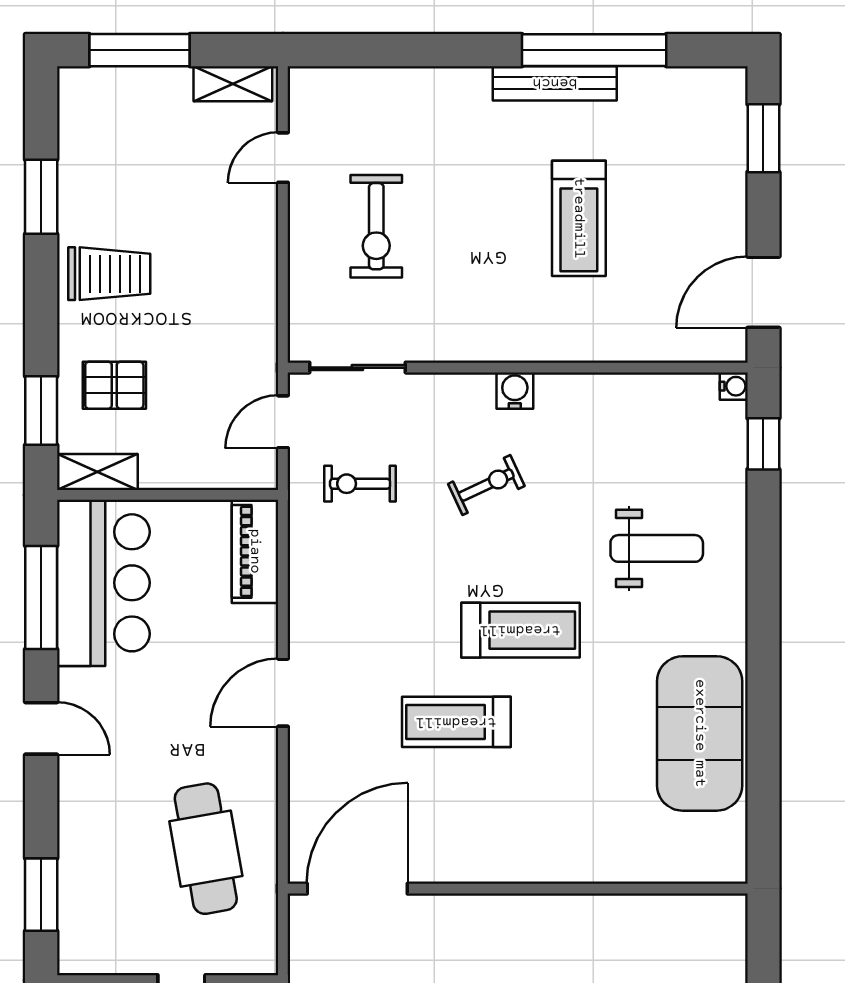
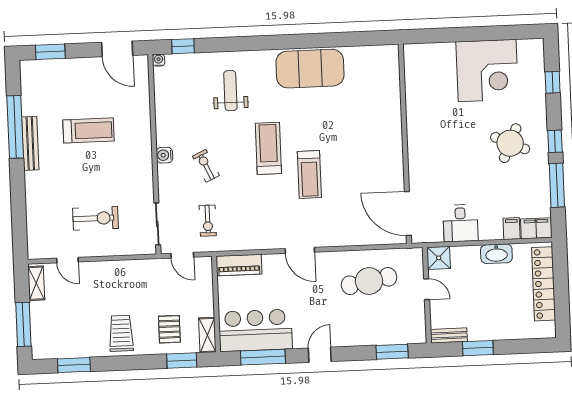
window: (41, 197) -> (74, 365), moved
door: (357, 889) -> (408, 213), moved
wall: (518, 889) -> (405, 144), moved

